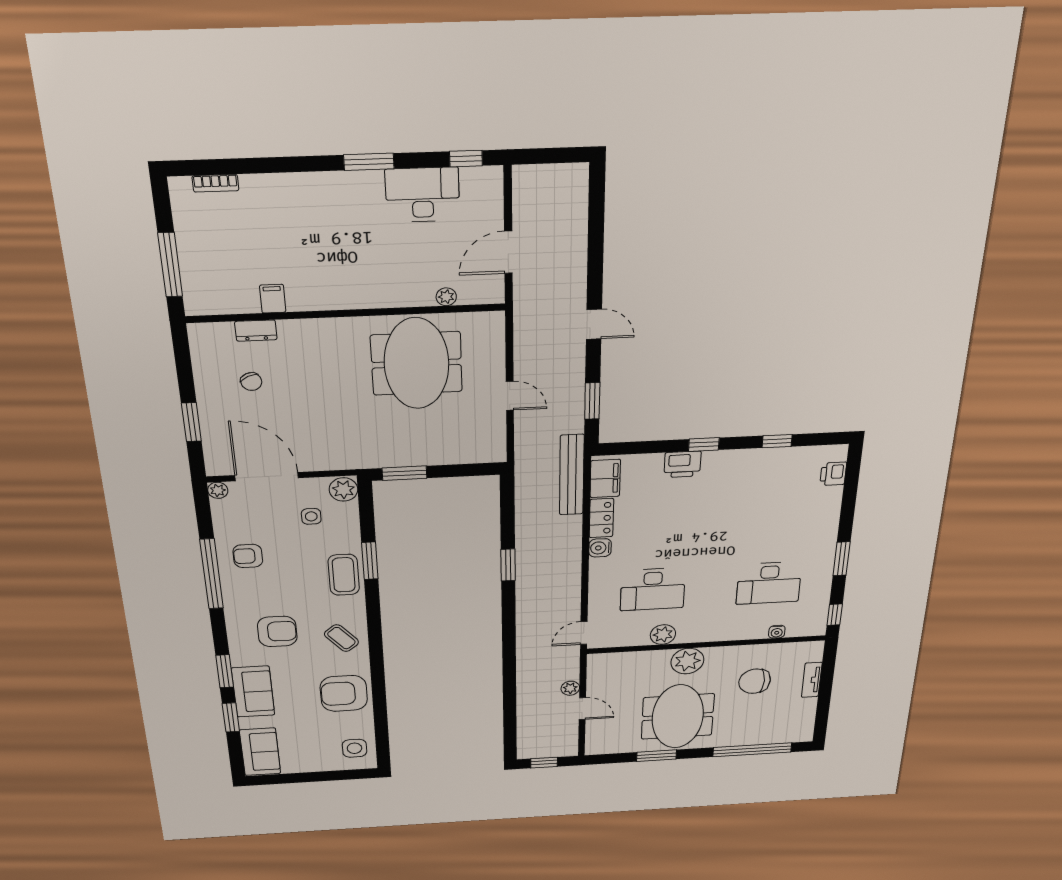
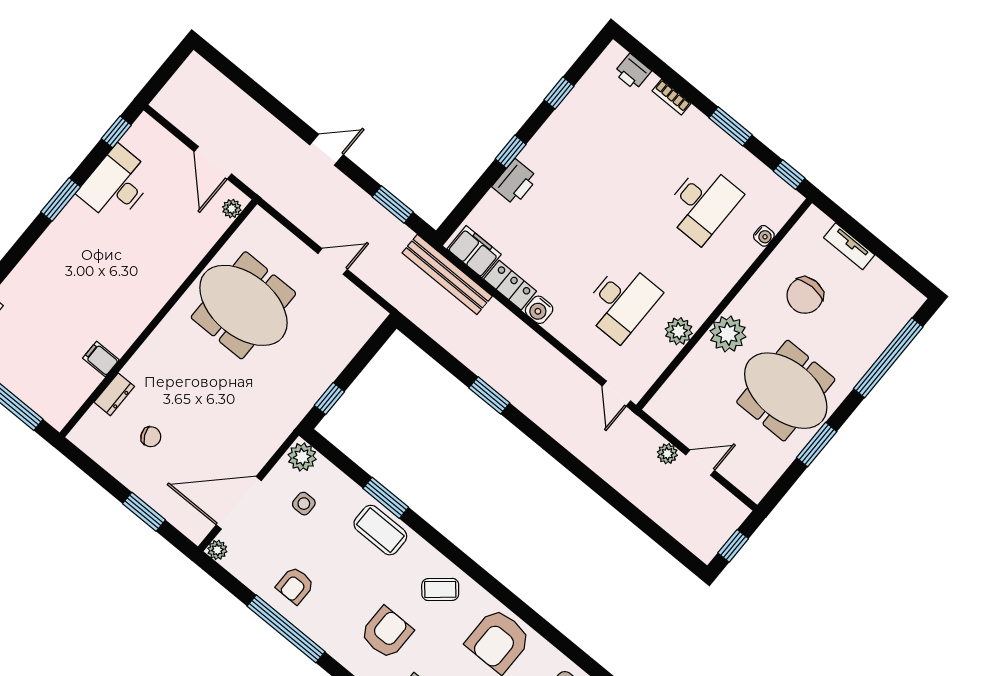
plant: (446, 297) -> (232, 209), moved
window: (404, 473) -> (329, 399), width x0.67
bookcase: (834, 510) -> (671, 97), added

